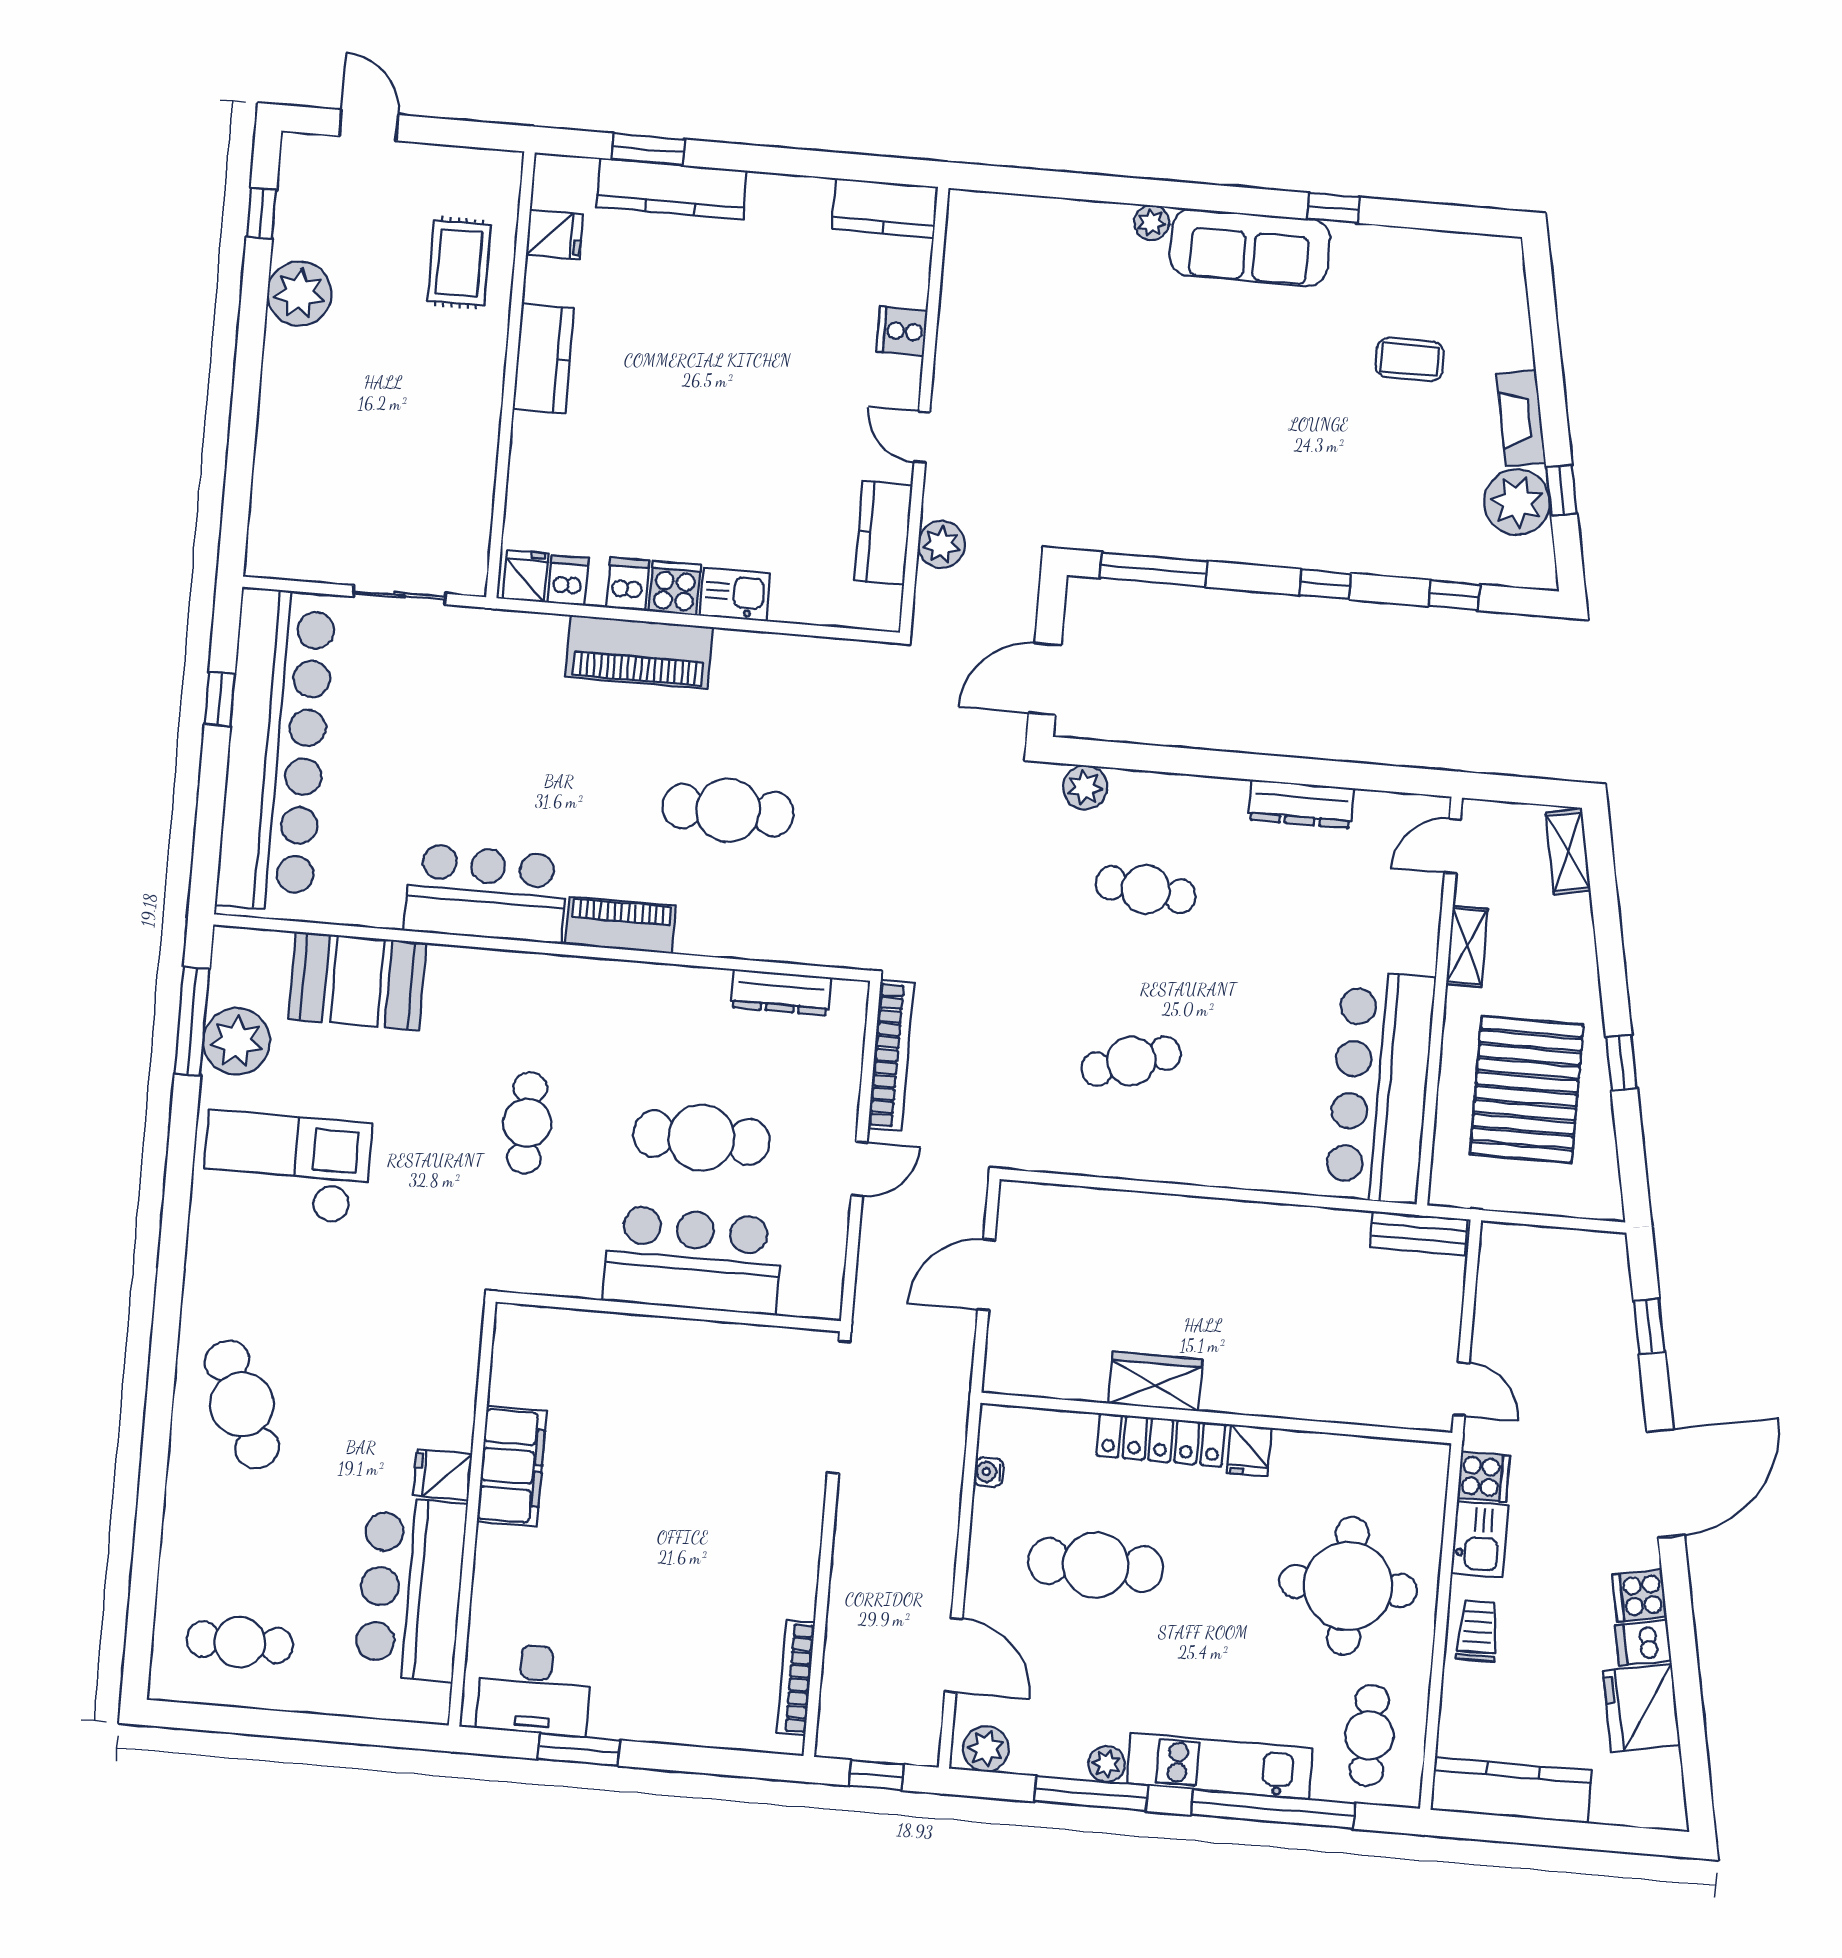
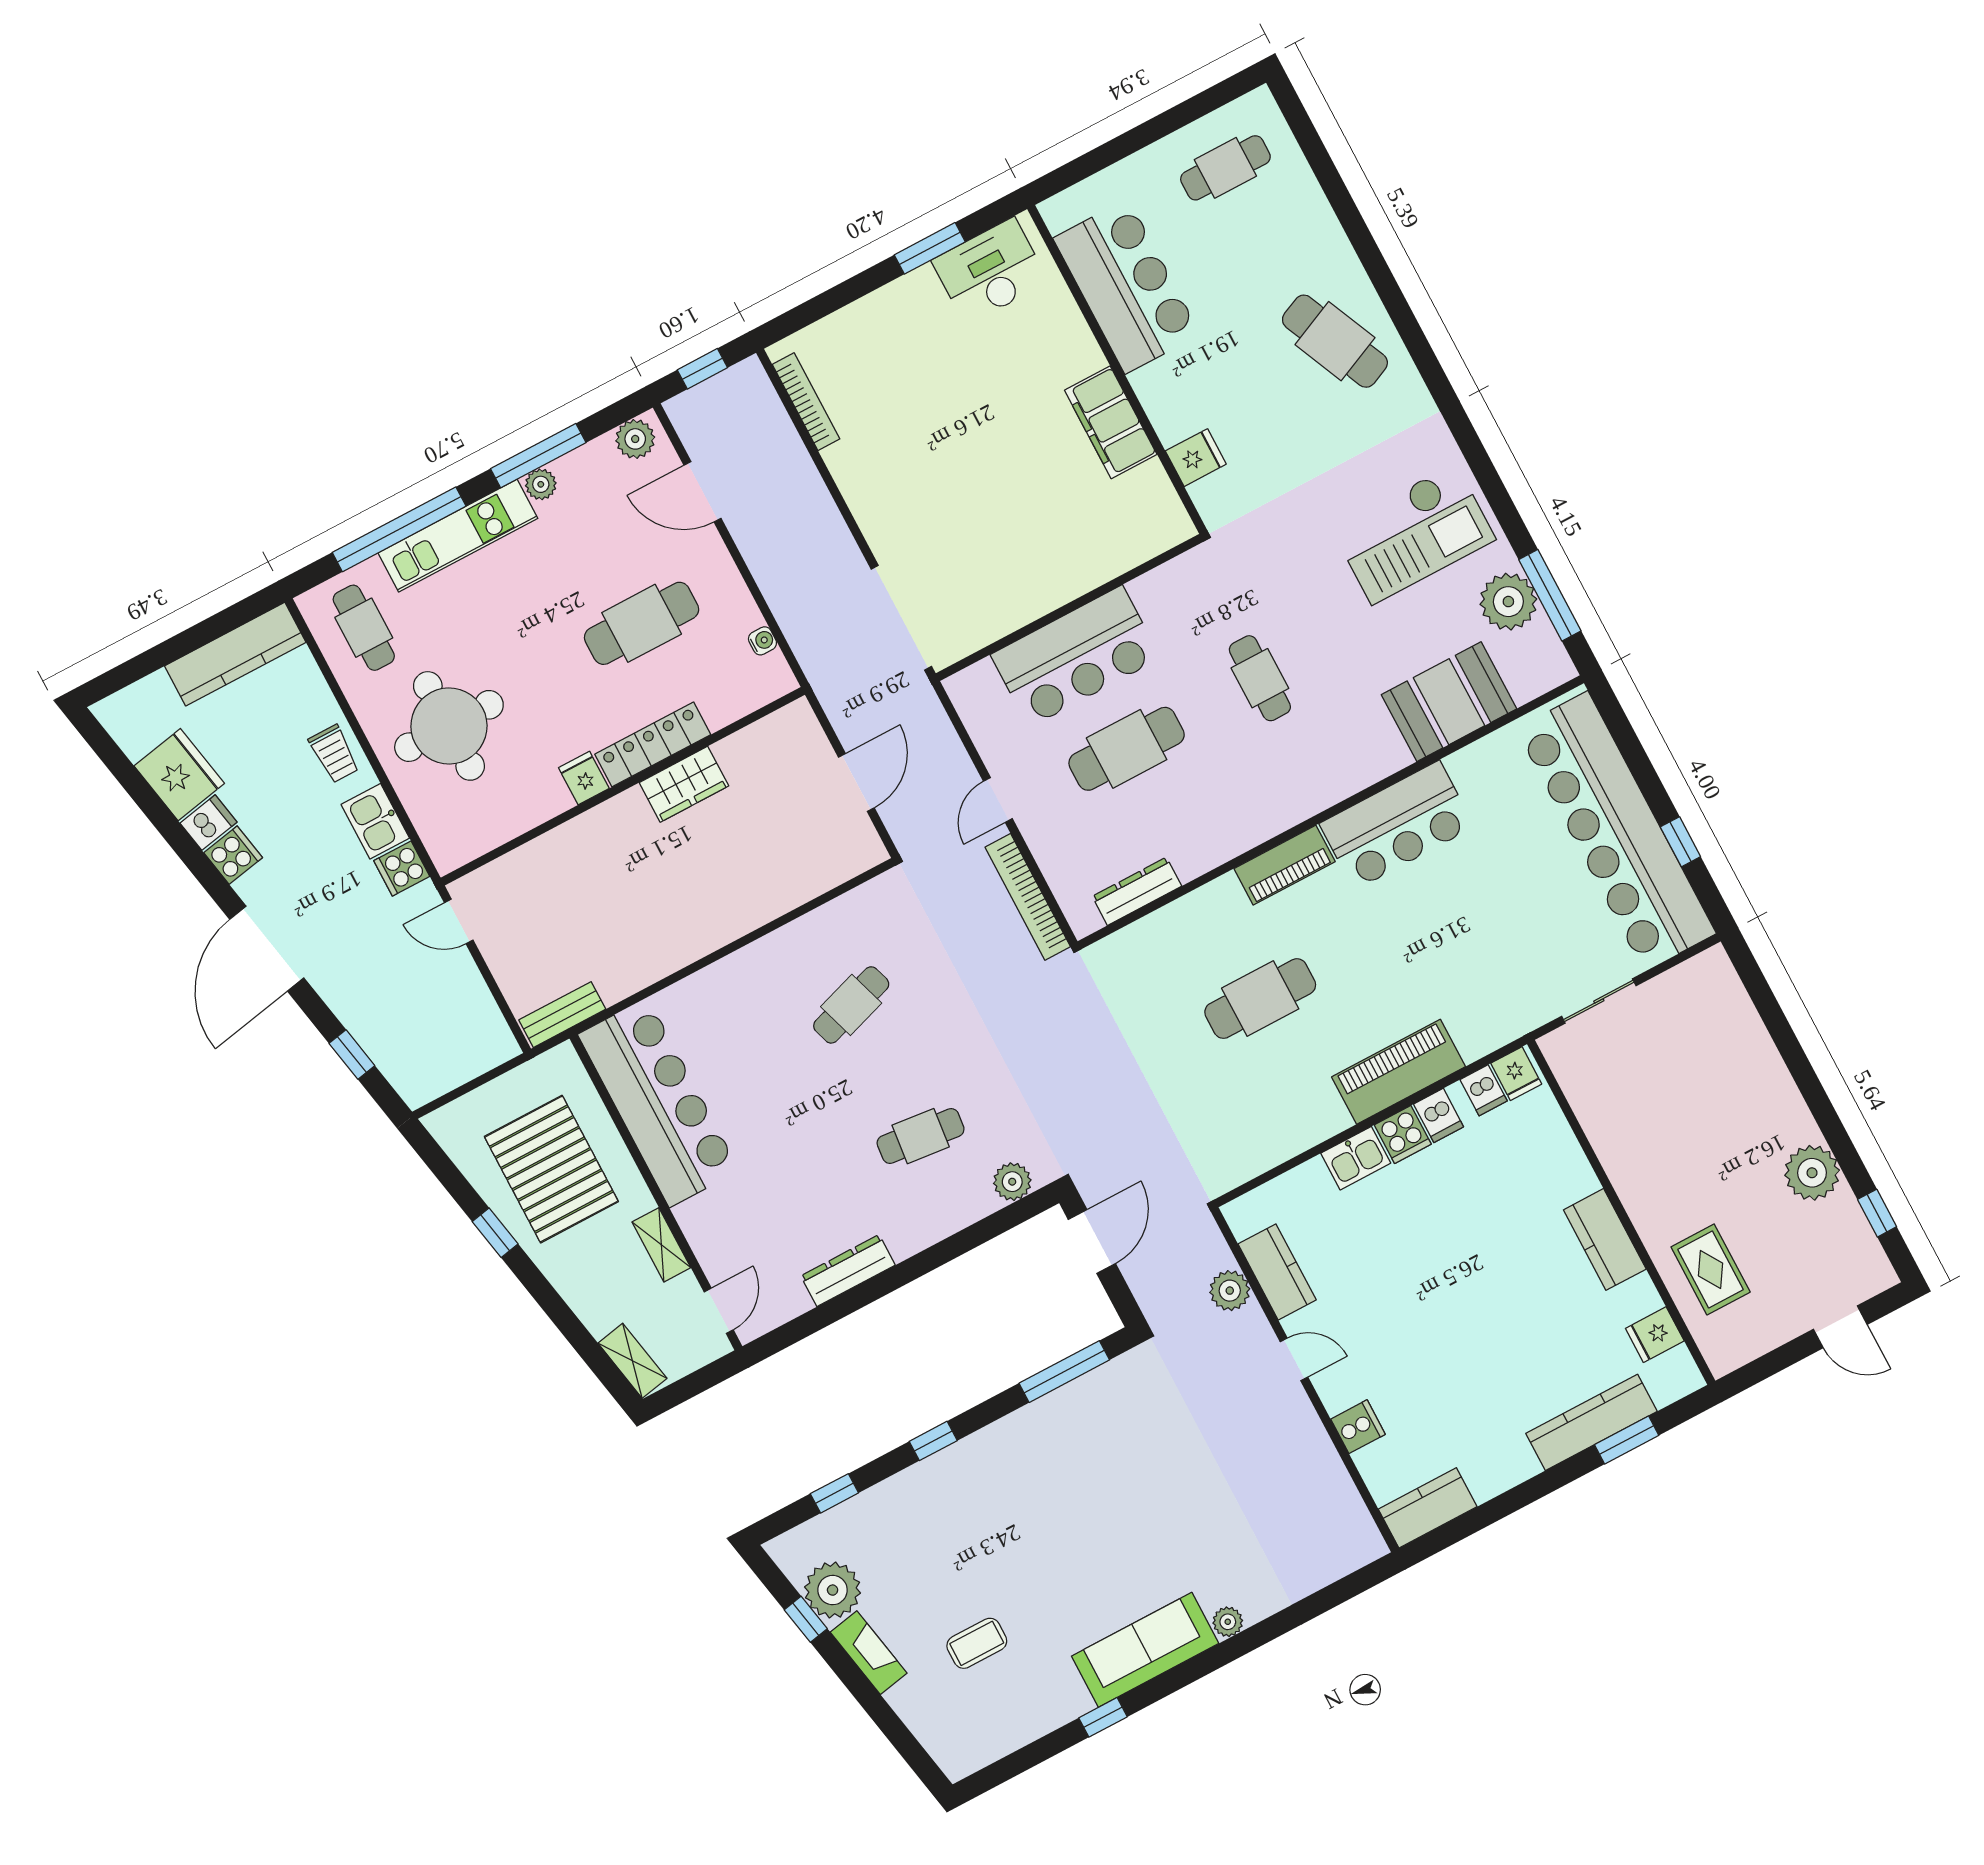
fridge: (443, 1475) -> (1196, 458), moved

